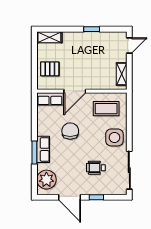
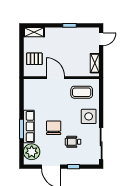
door: (75, 91) -> (55, 78), swing flipped
row of seats: (50, 99) -> (34, 84), removed
chair: (70, 131) -> (54, 128), moved
row of seats: (43, 149) -> (29, 126), width x1.48

